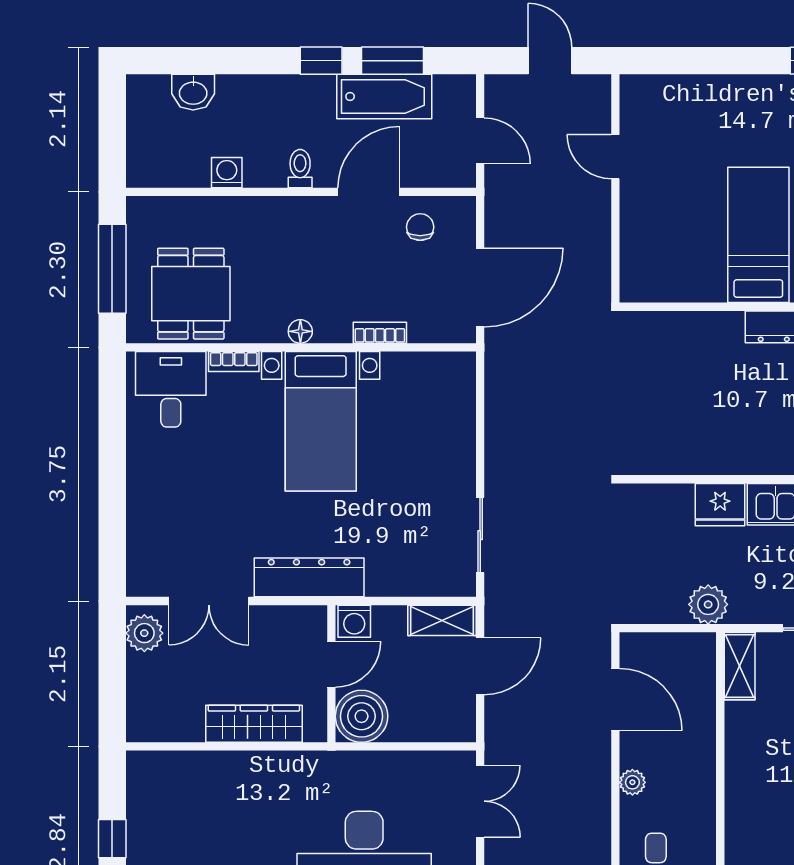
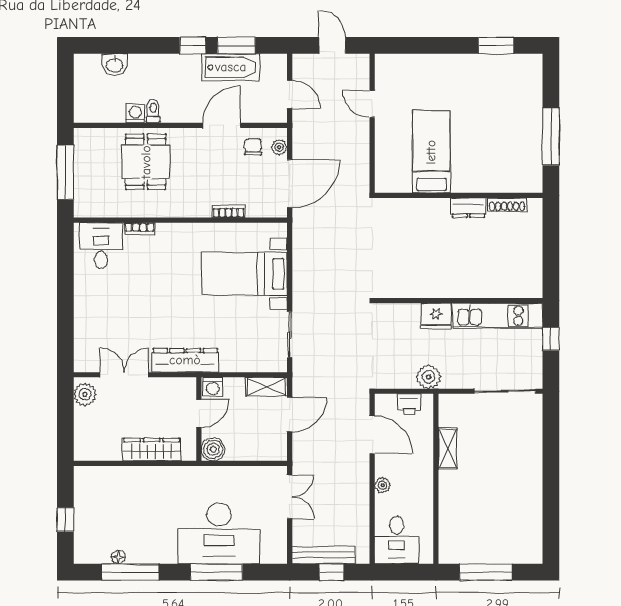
toilet: (300, 169) -> (153, 111), moved
plant: (463, 227) -> (279, 147), added
bed: (758, 235) -> (431, 152), moved
dining table: (191, 294) -> (146, 162), moved
floor lamp: (300, 331) -> (180, 210), removed
bed with nightstands: (321, 421) -> (245, 274), moved, turned 90
double door: (209, 601) -> (124, 375), swing flipped
printer: (677, 649) -> (409, 404), added
shelving: (740, 666) -> (448, 448), moved
boiler: (362, 716) -> (213, 449), width x0.73, depth x0.73

